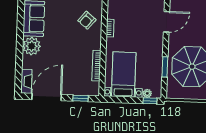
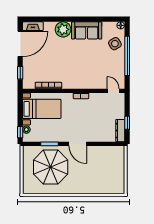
armchair: (87, 20) -> (87, 76), removed
door: (167, 22) -> (78, 144), moved
door: (47, 97) -> (20, 44), hinge flipped

